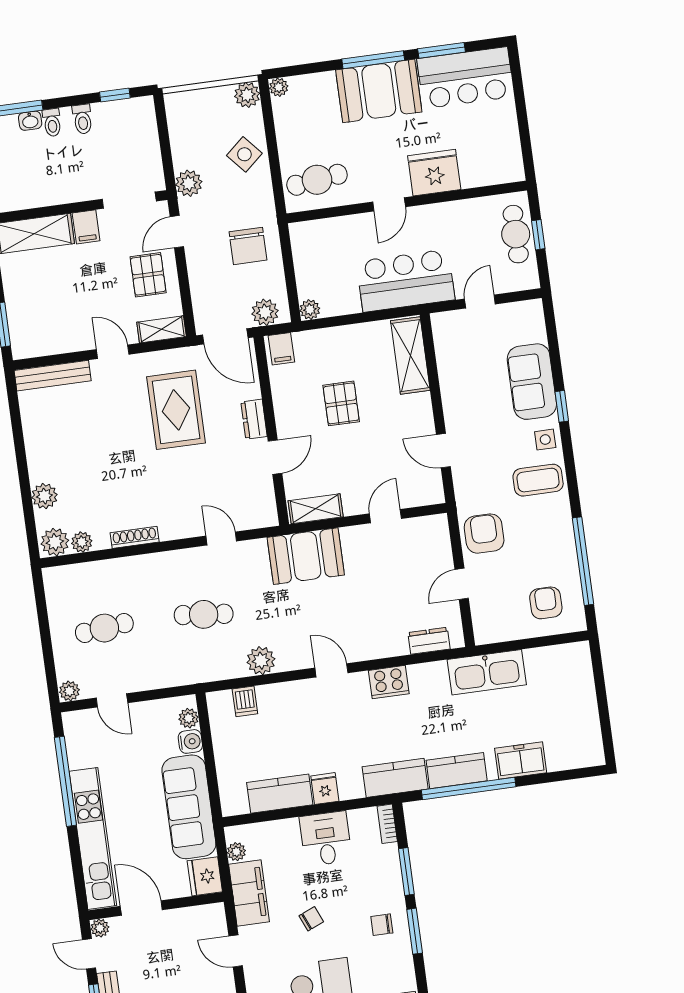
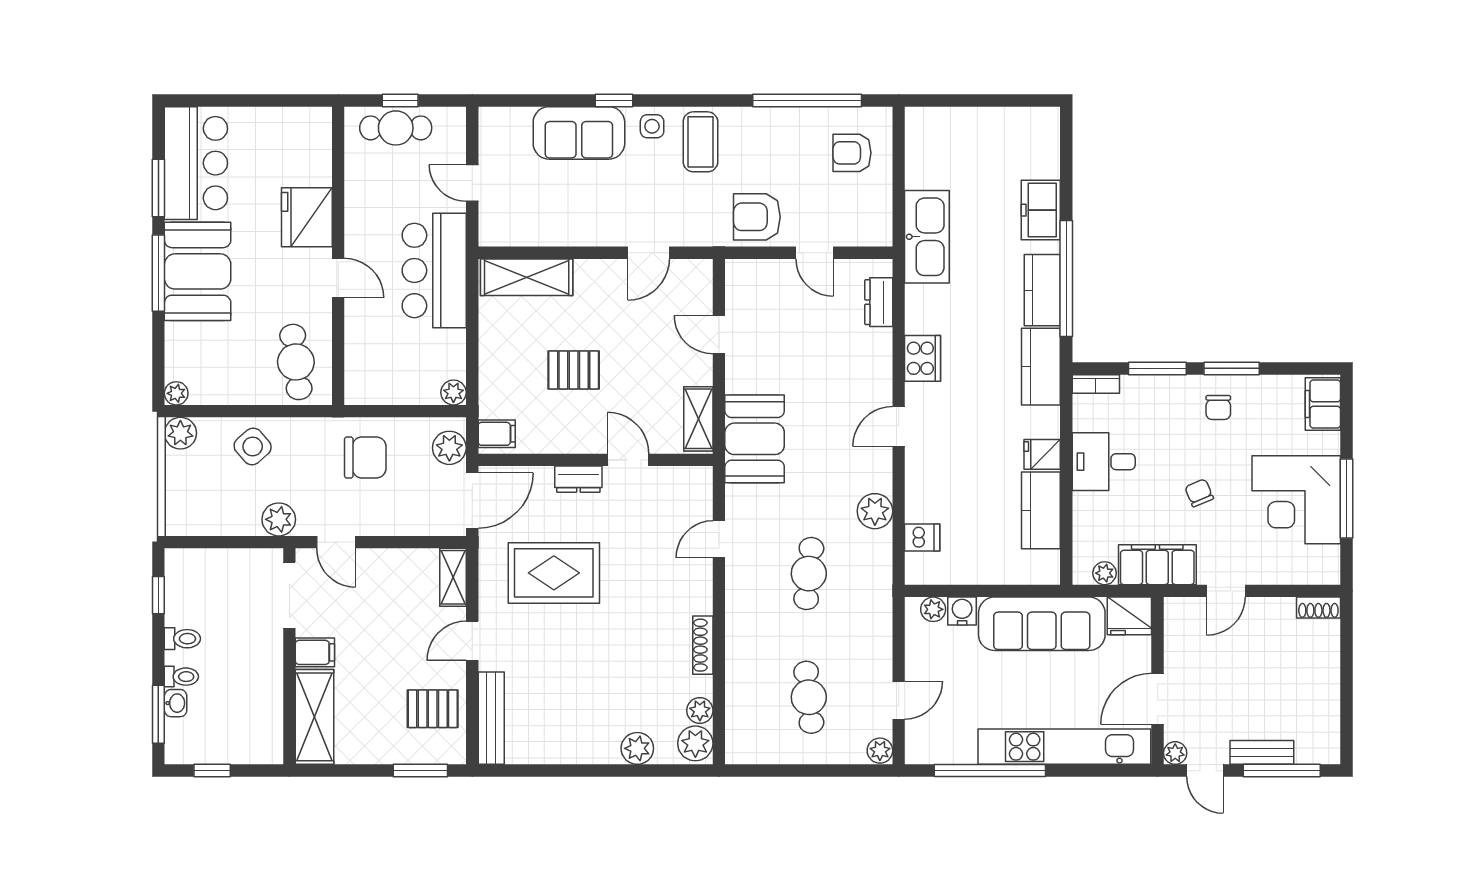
pallet: (148, 275) -> (433, 709), moved
door: (89, 954) -> (1205, 771), hinge flipped

